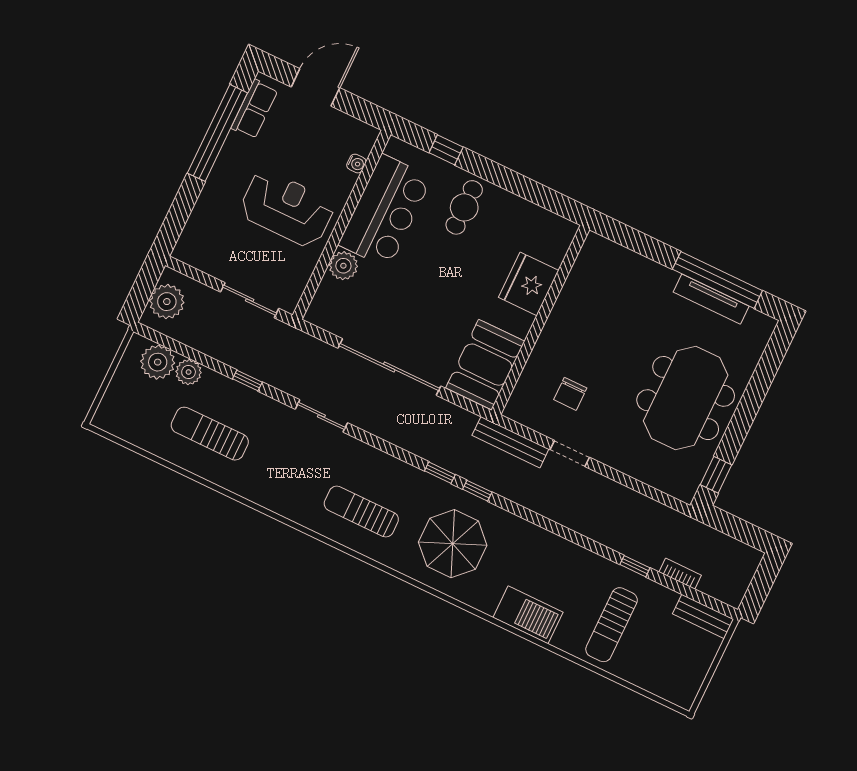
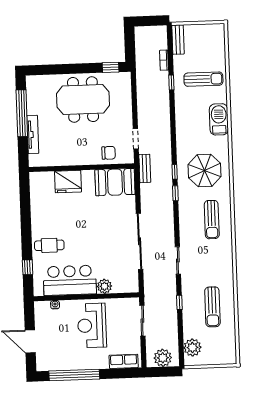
row of seats: (254, 109) -> (124, 361), moved
fridge: (529, 284) -> (68, 182), moved
tv unit: (711, 299) -> (33, 134), moved
wall: (540, 320) -> (82, 168), moved
booth: (485, 365) -> (115, 182), moved
plant: (189, 372) -> (190, 331), removed
bench: (510, 442) -> (145, 168), width x0.73

